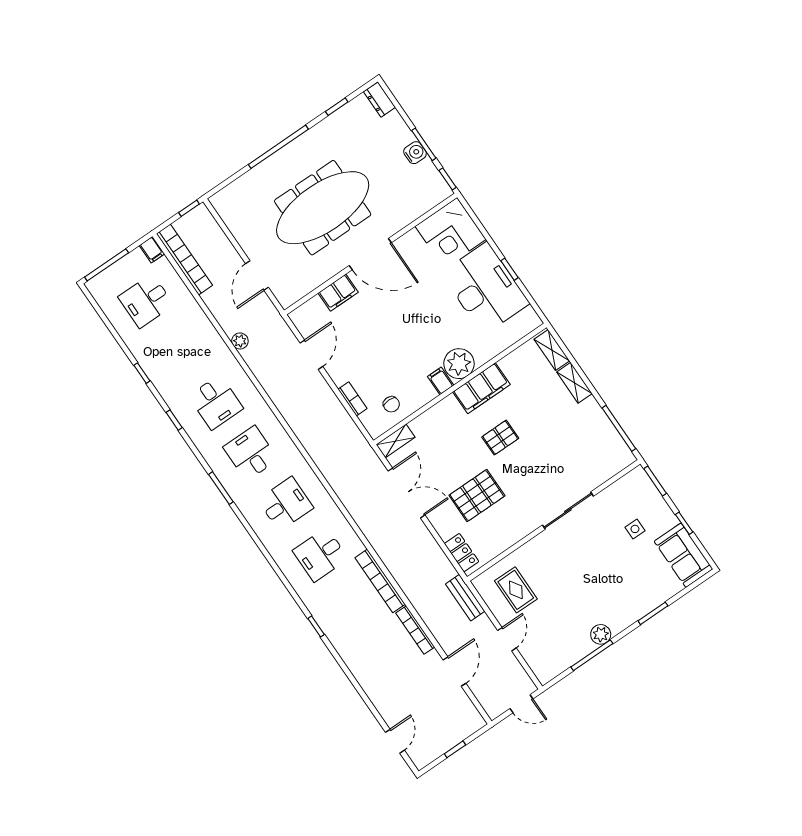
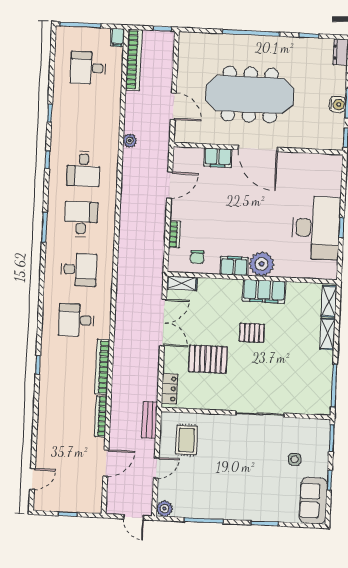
corner desk: (451, 233) -> (321, 174), removed
door: (257, 276) -> (173, 106), swing flipped
filing cabinet: (441, 381) -> (234, 266), width x2.00
plant: (601, 634) -> (164, 509), moved

